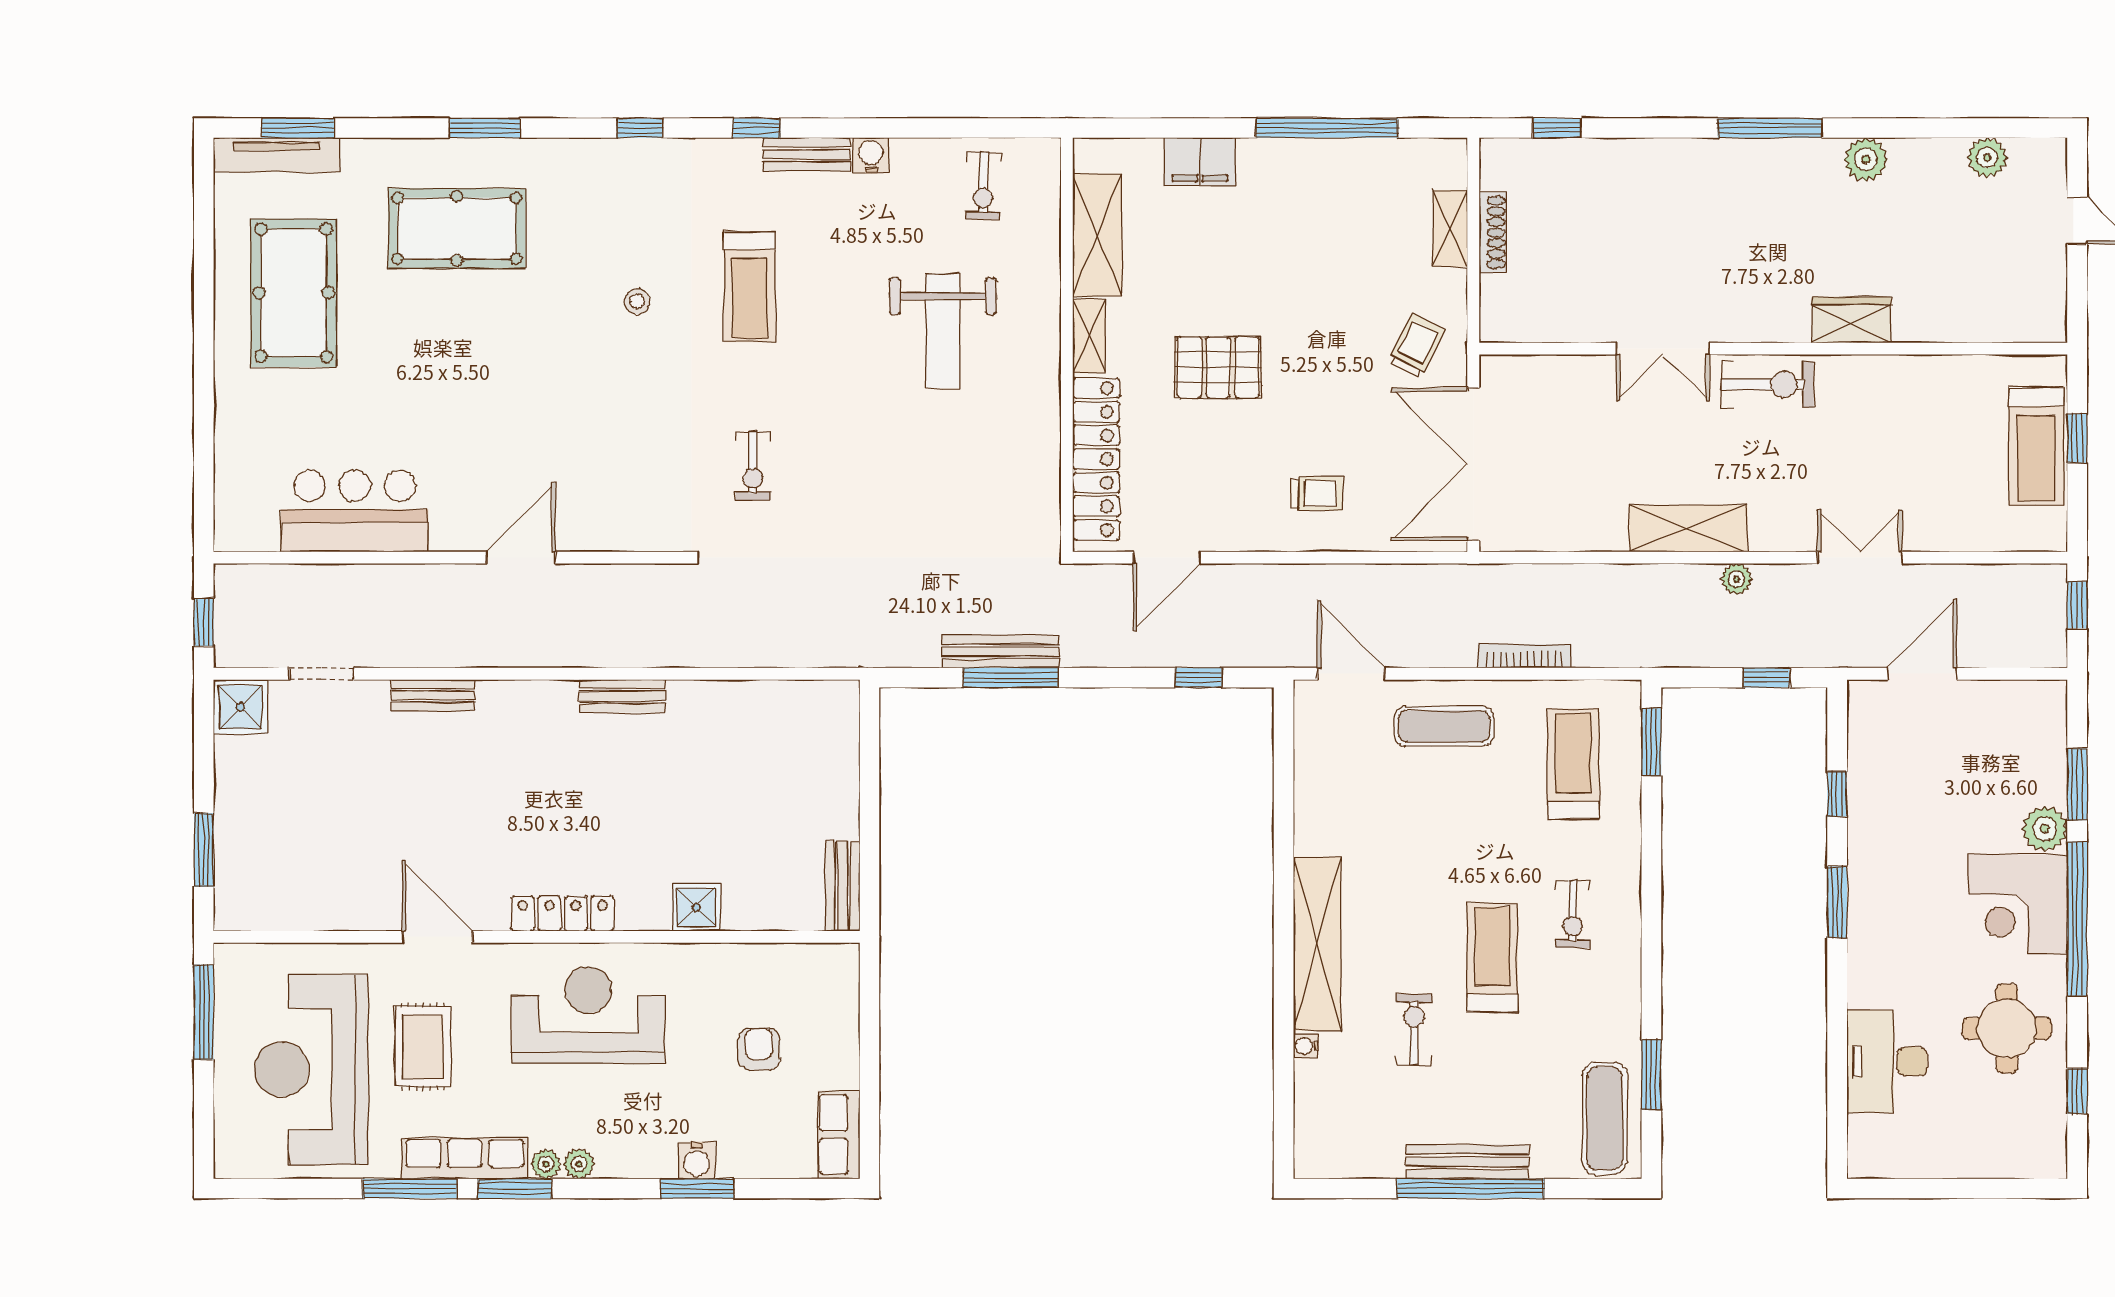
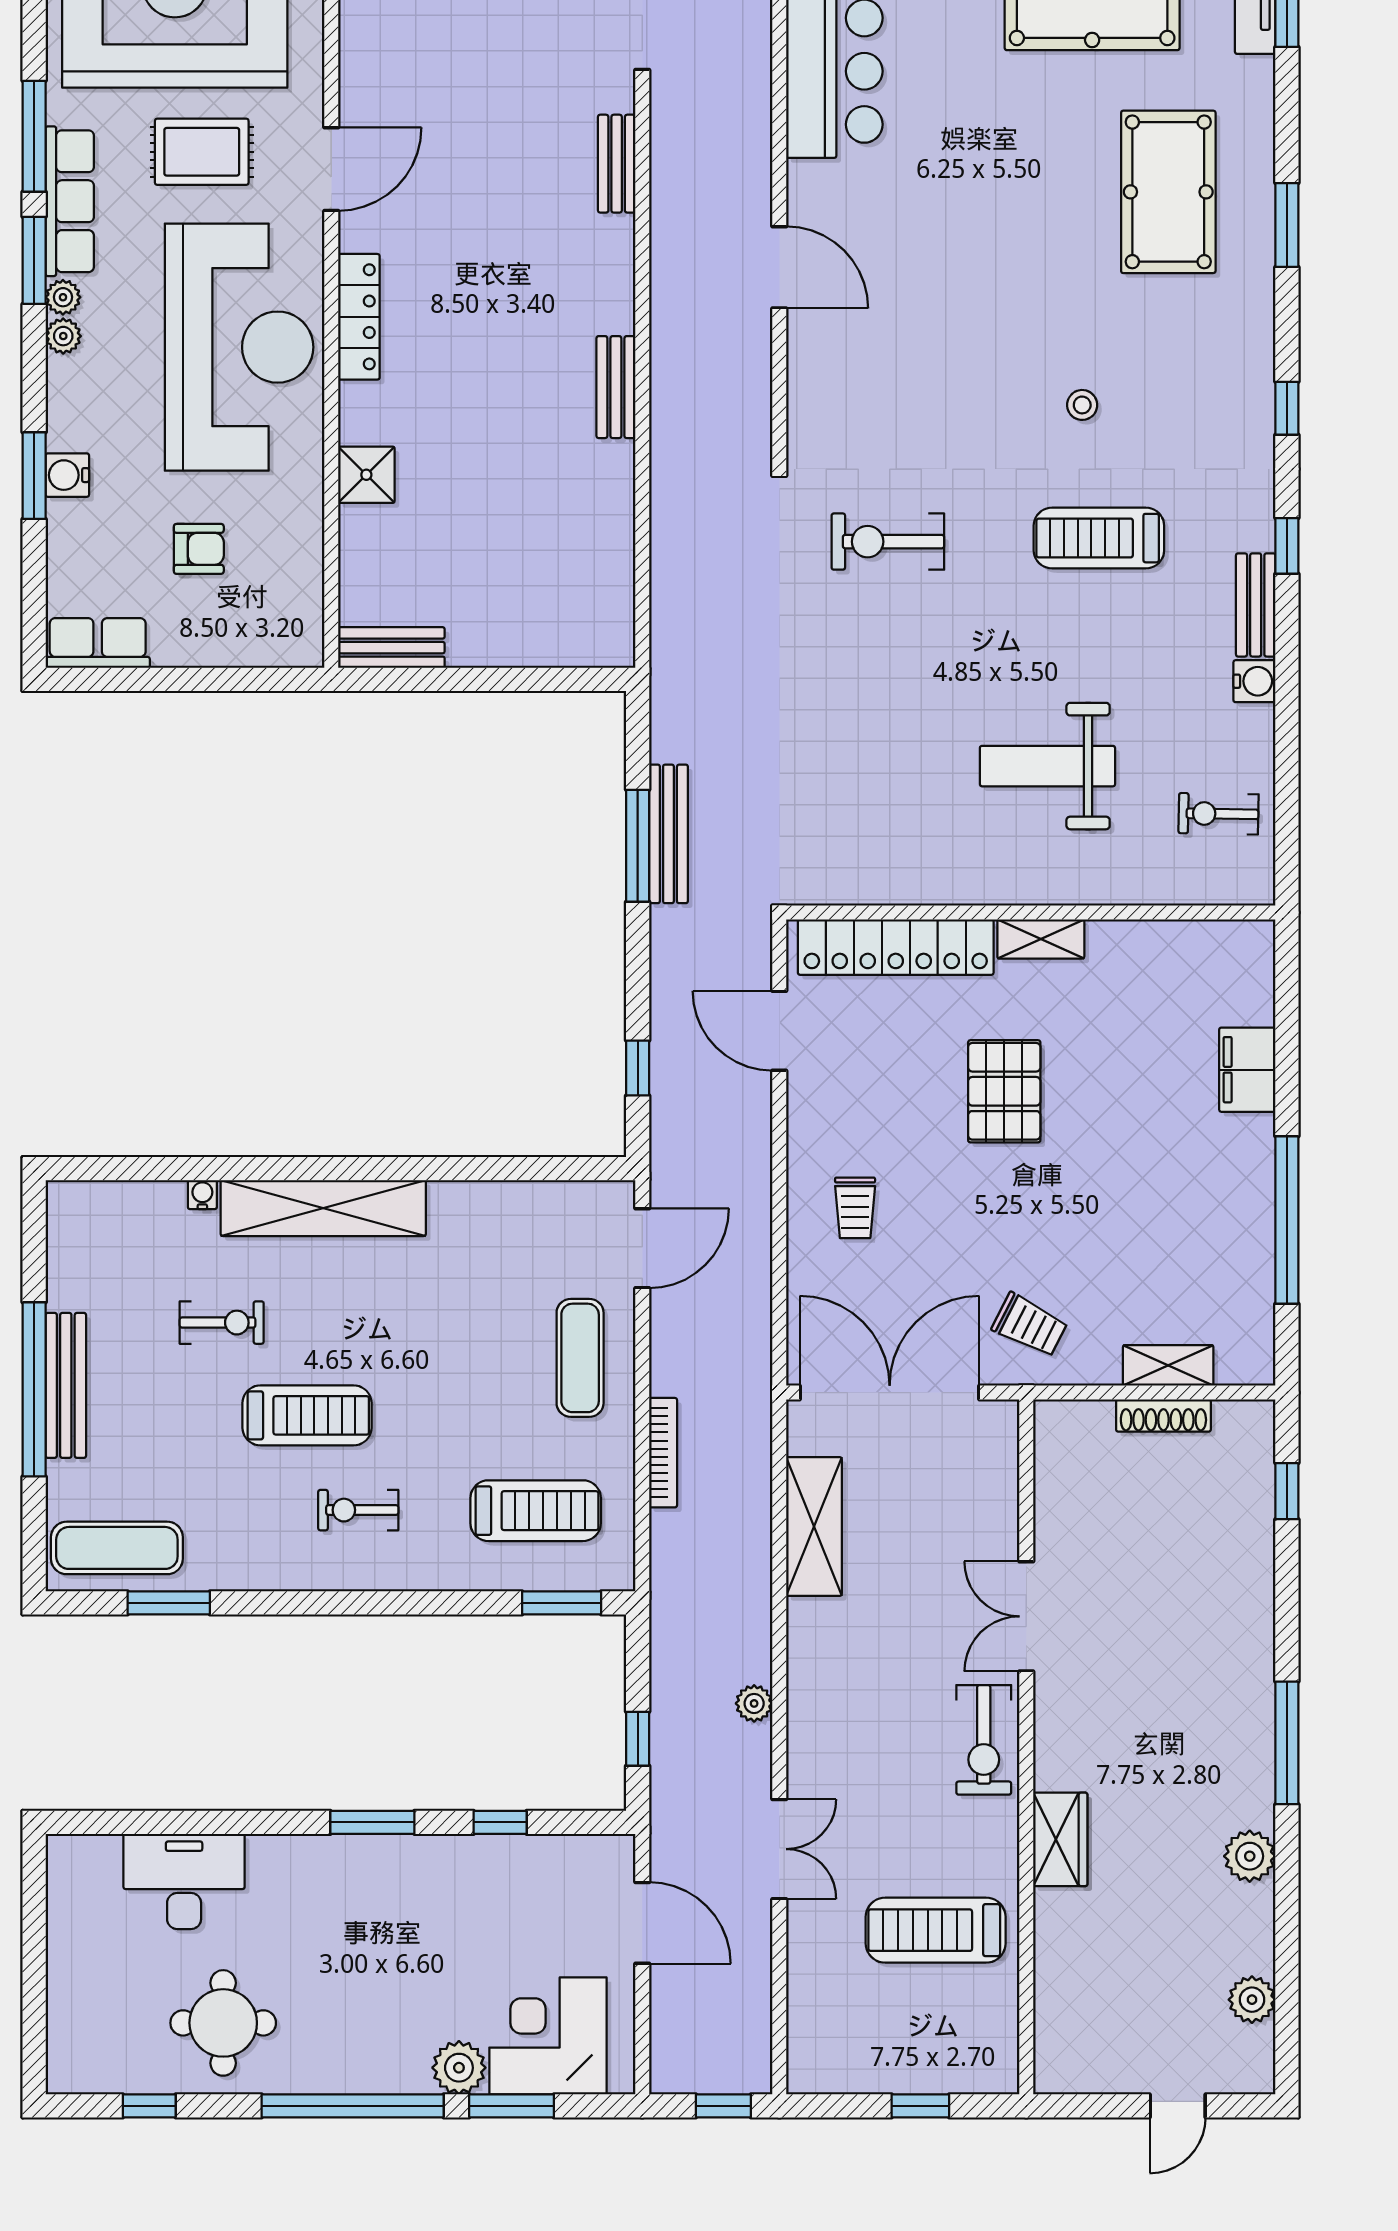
shelving: (1097, 235) -> (1160, 948), removed
treadmill: (2036, 446) -> (936, 1930), moved
exercise bike: (753, 466) -> (888, 542), width x1.38, depth x1.39
shelving: (1689, 528) -> (814, 1526), moved
corner desk: (2018, 904) -> (548, 2036), moved
reception desk: (588, 1015) -> (239, 347), width x1.36, depth x1.30

